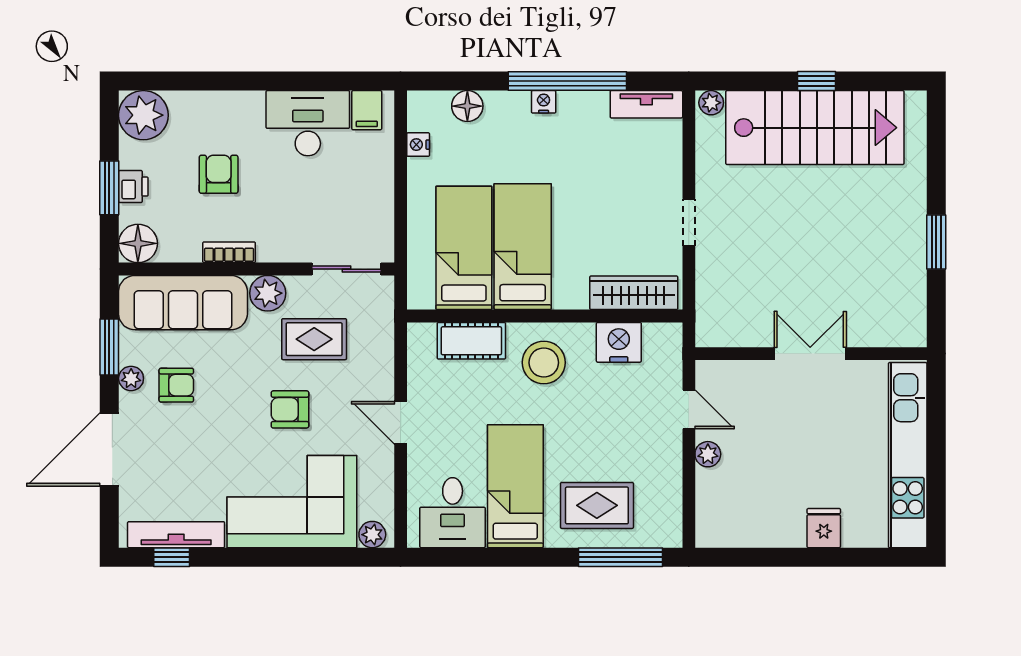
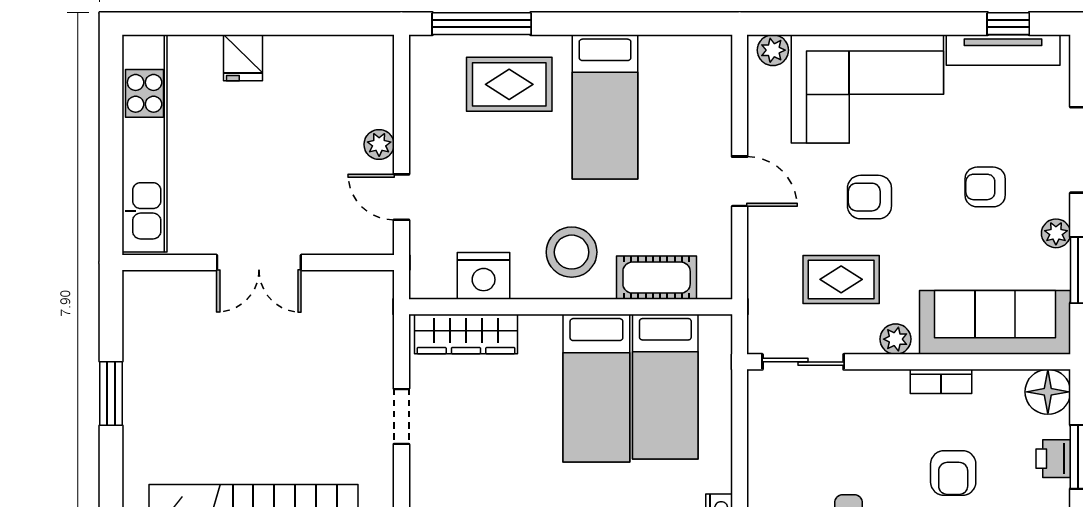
plant: (268, 293) -> (896, 339), width x0.73, depth x0.73
armchair: (176, 385) -> (985, 187), moved
armchair: (290, 409) -> (869, 197), turned 180
desk: (453, 513) -> (679, 76), removed

